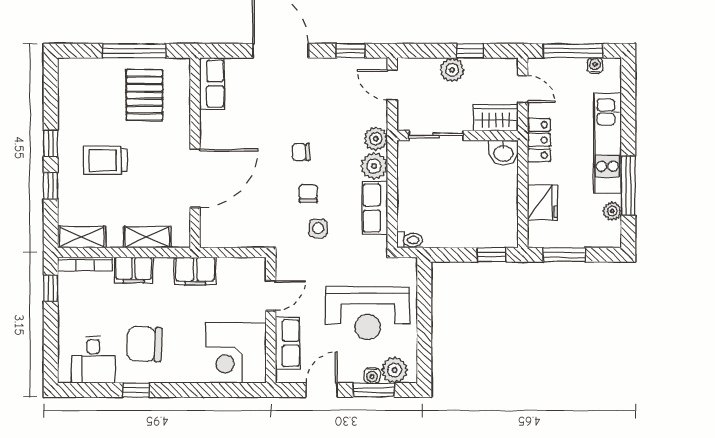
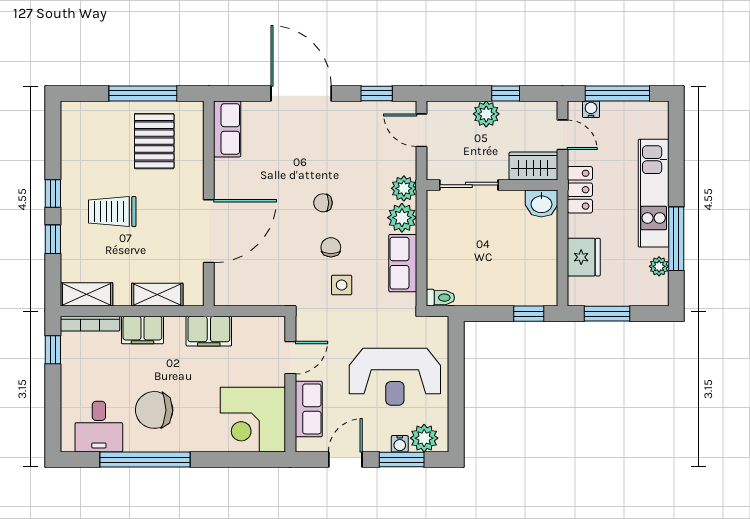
water cooler: (595, 65) -> (591, 109), moved
window: (136, 390) -> (145, 460), width x3.17

